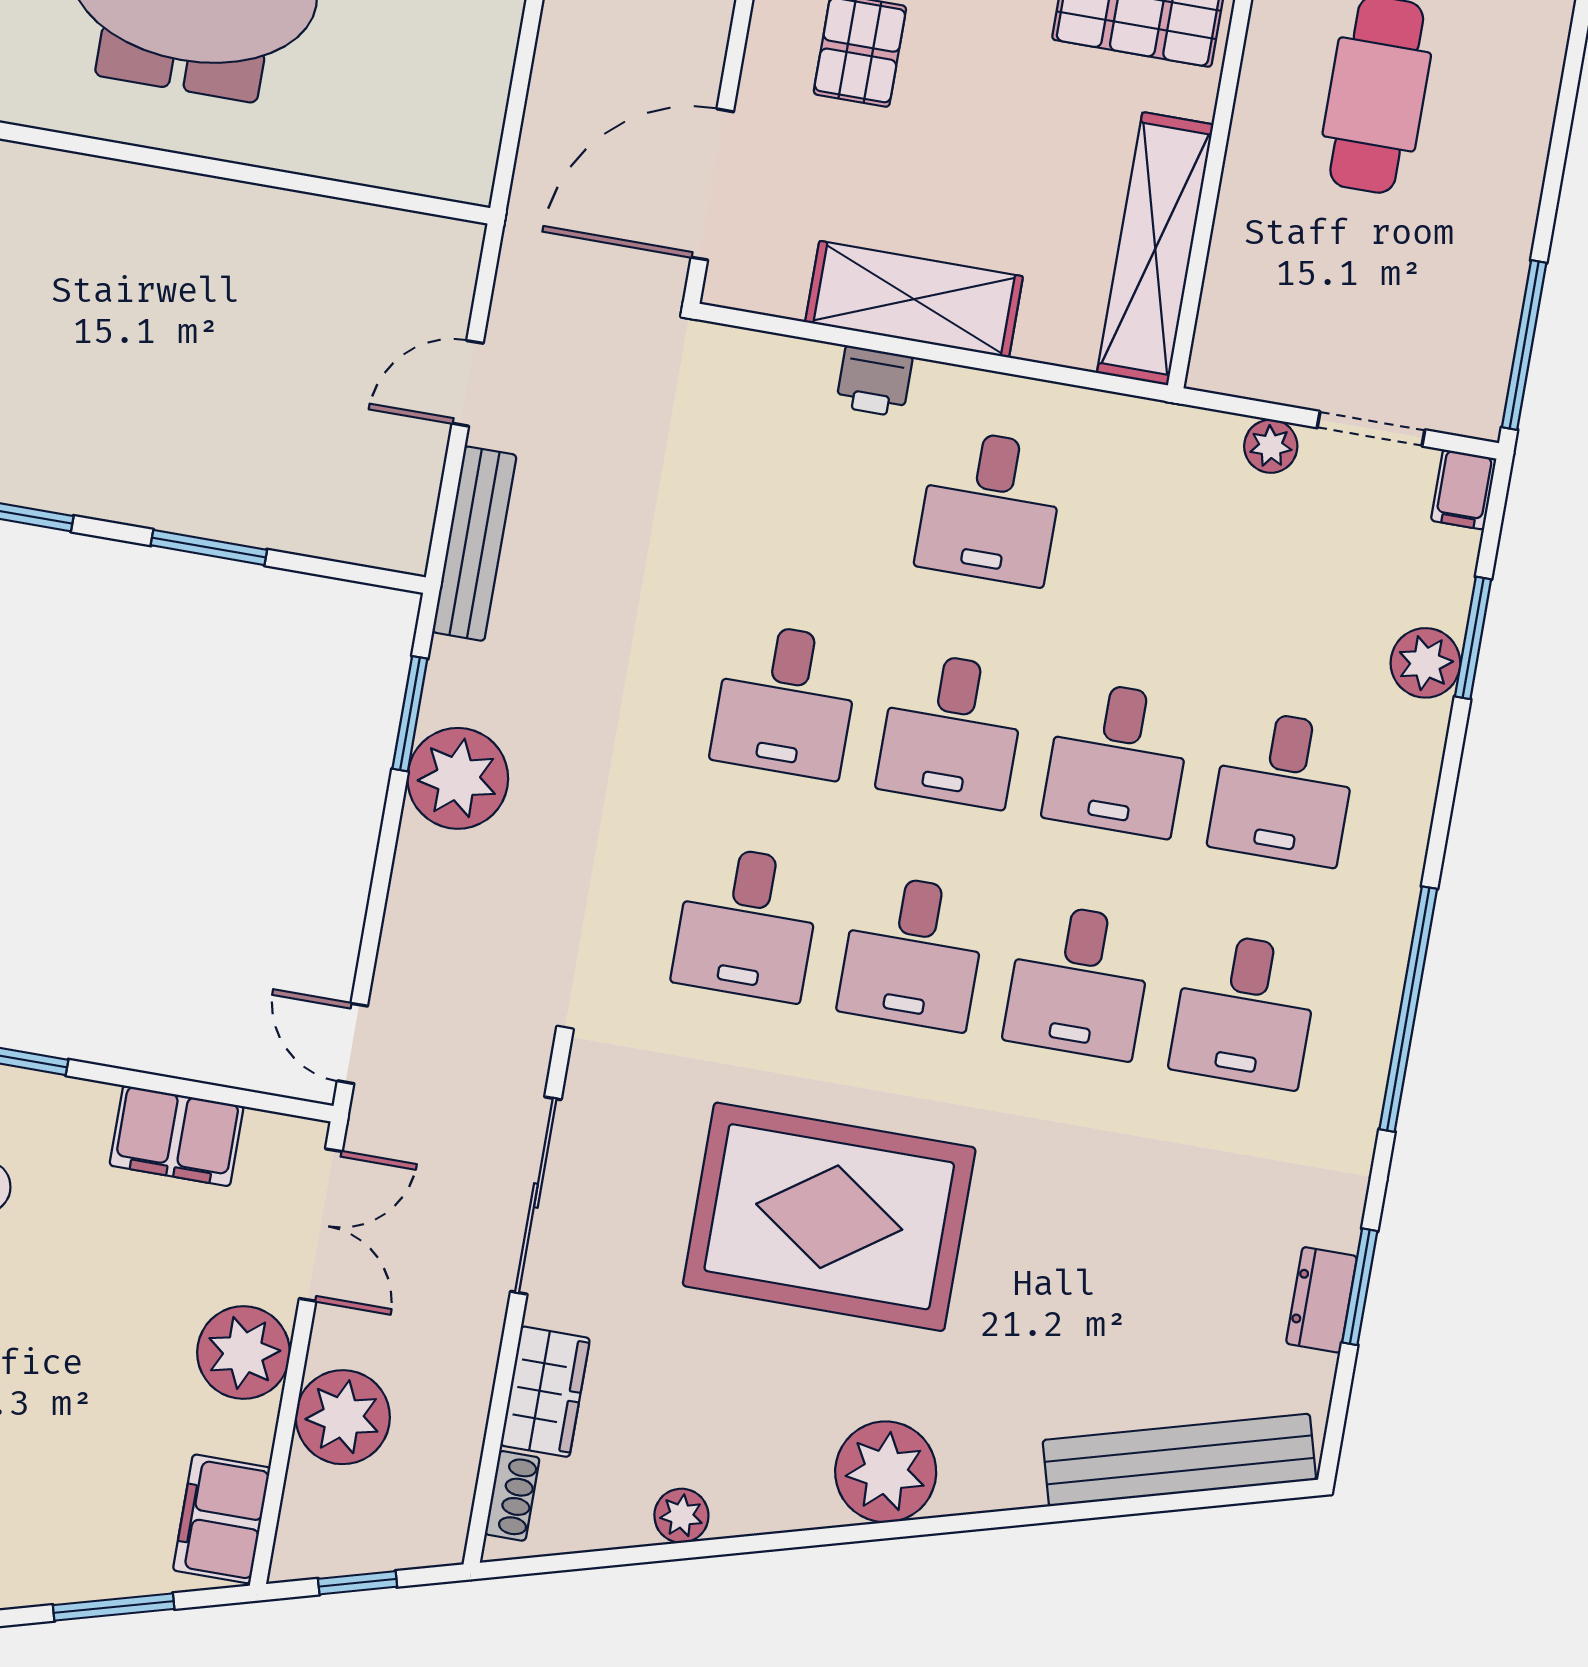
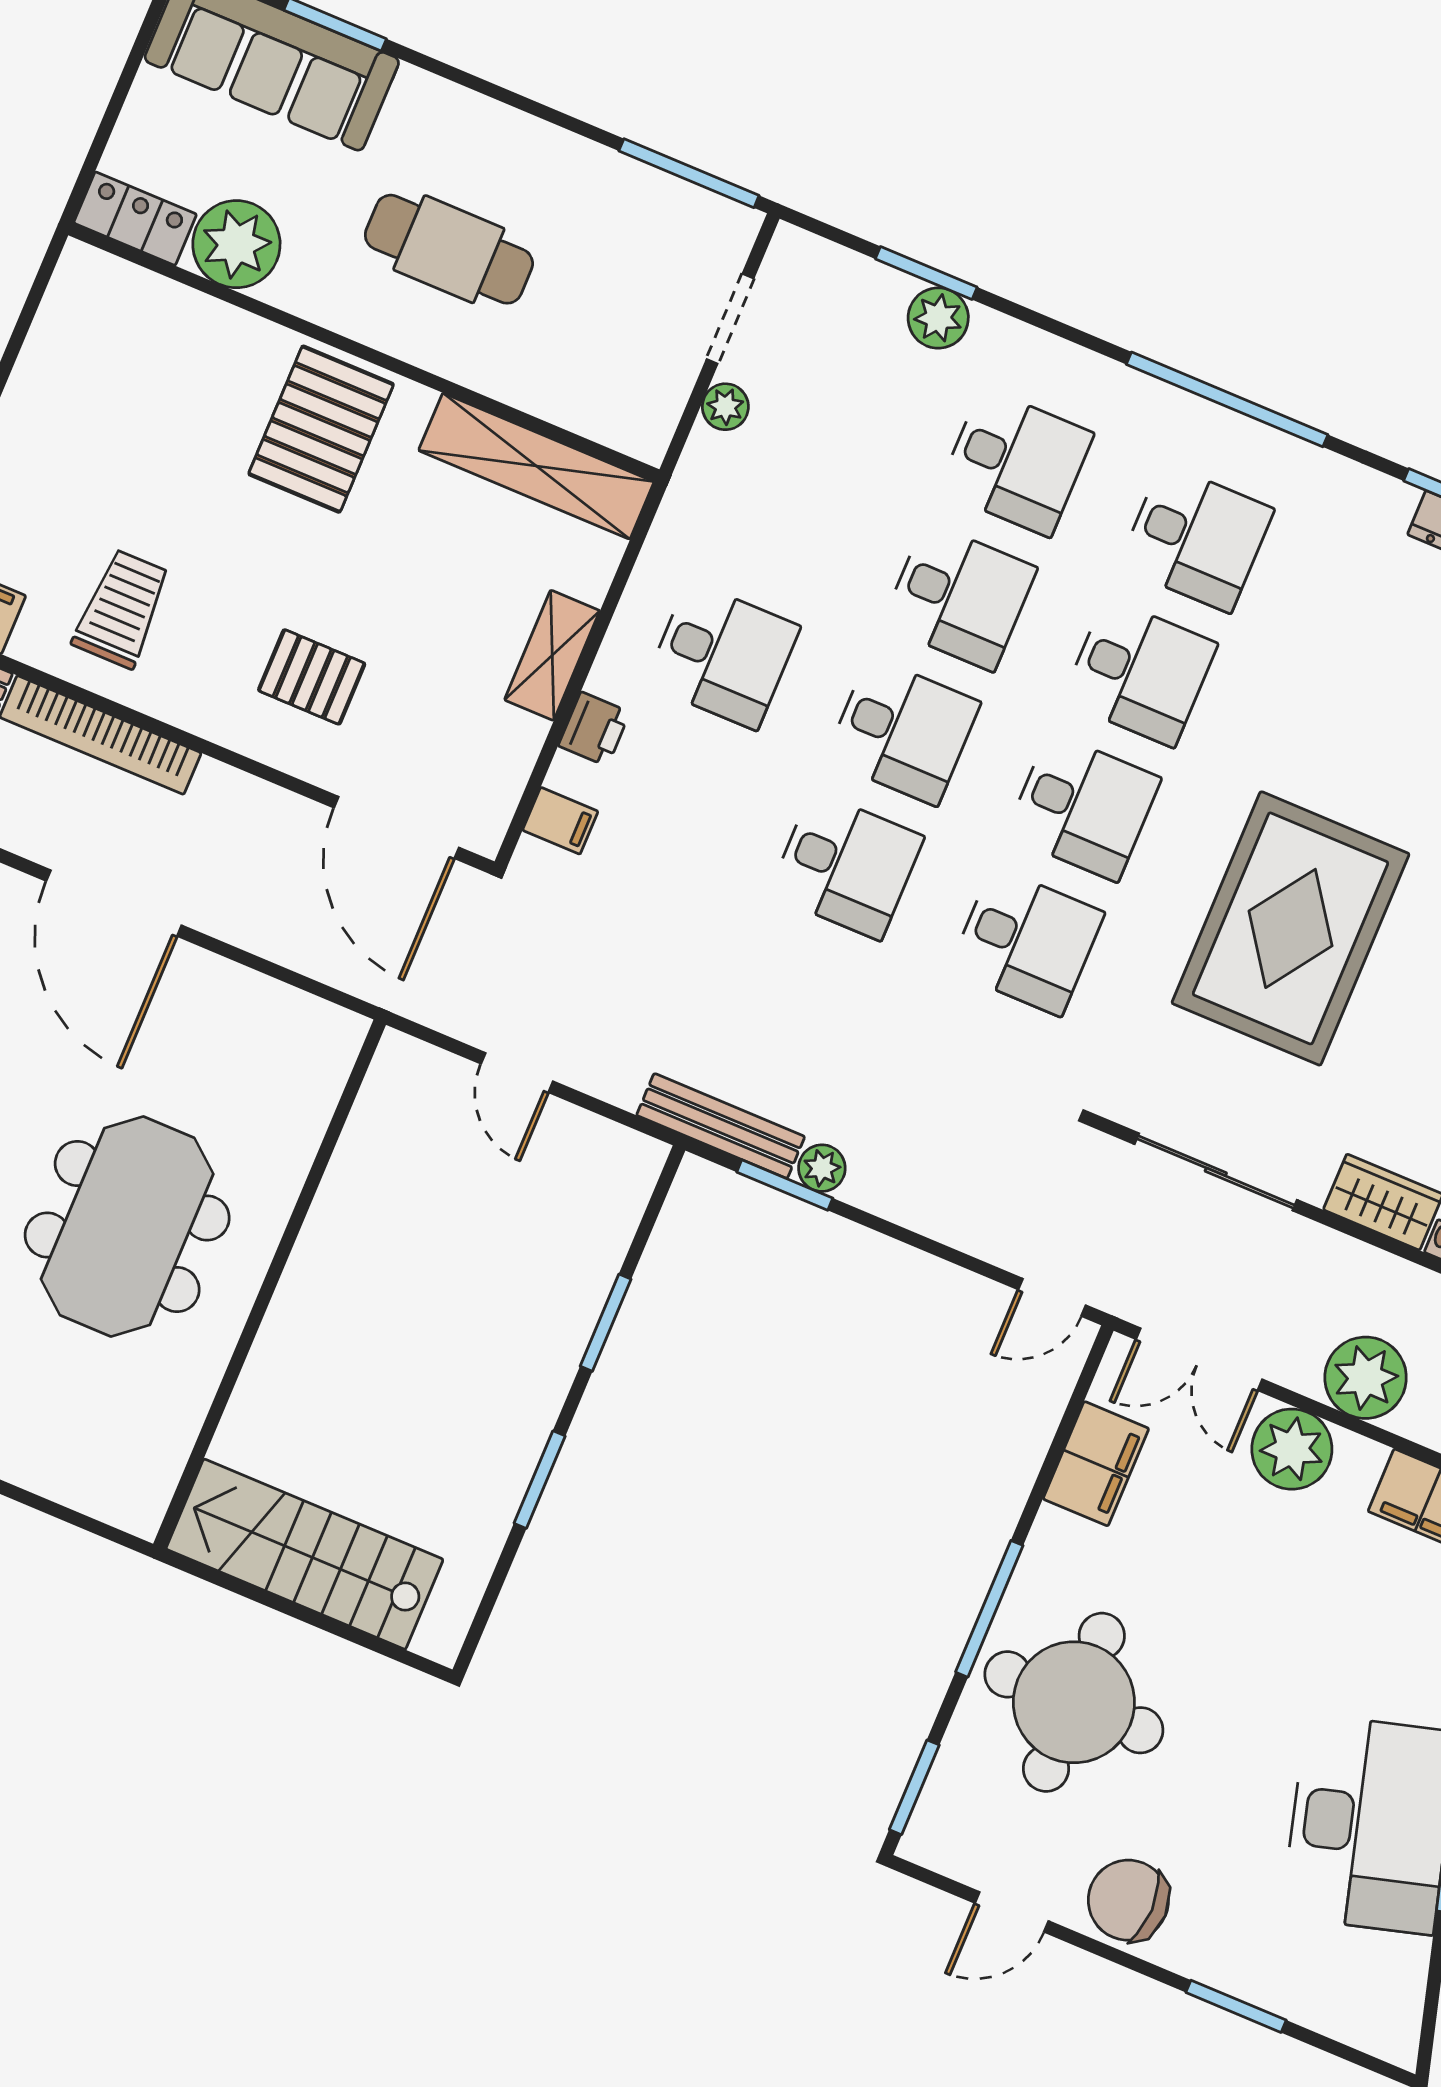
shelving: (914, 299) -> (552, 655), width x0.67, depth x0.75
filing cabinet: (1464, 490) -> (560, 821), moved
bench: (474, 544) -> (721, 1126), moved
plant: (458, 778) -> (822, 1168), width x0.53, depth x0.53
double door: (321, 1225) -> (1199, 1359), swing flipped

